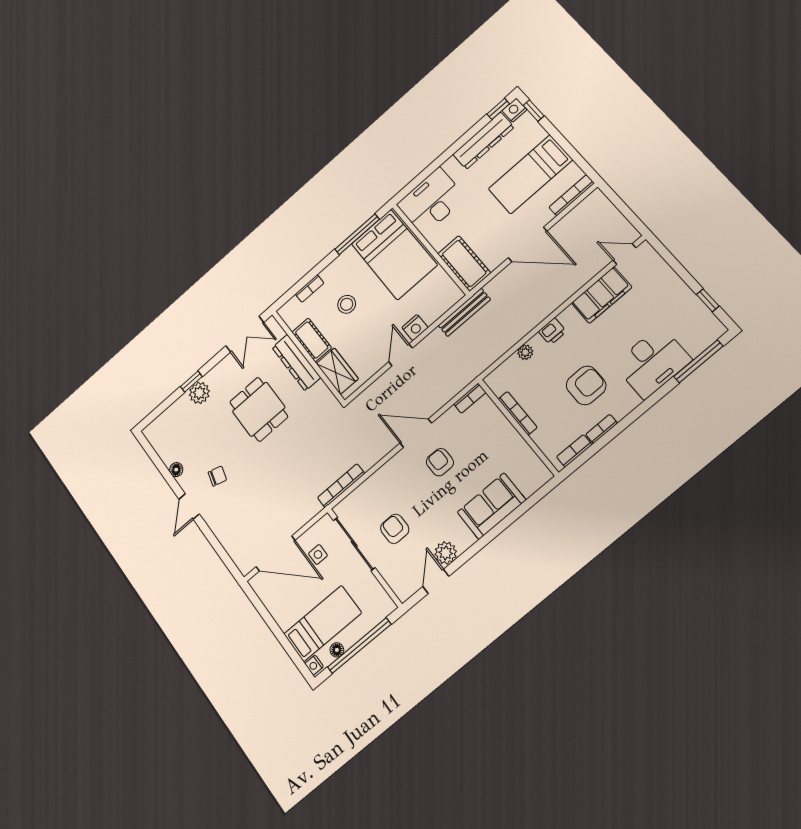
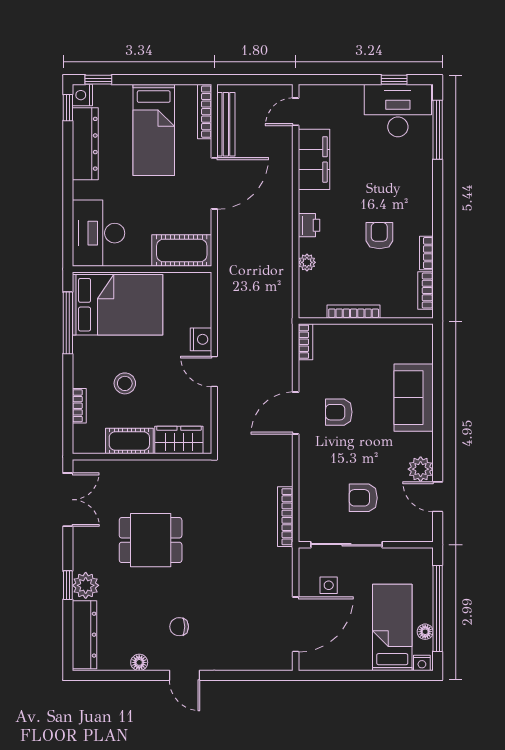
bench: (464, 312) -> (226, 124), moved
dresser: (296, 362) -> (85, 635), moved, turned -90
desk: (652, 362) -> (398, 111), moved, turned -90
armchair: (586, 385) -> (379, 236), width x0.72, depth x0.72
chair: (217, 476) -> (179, 627), turned -106

